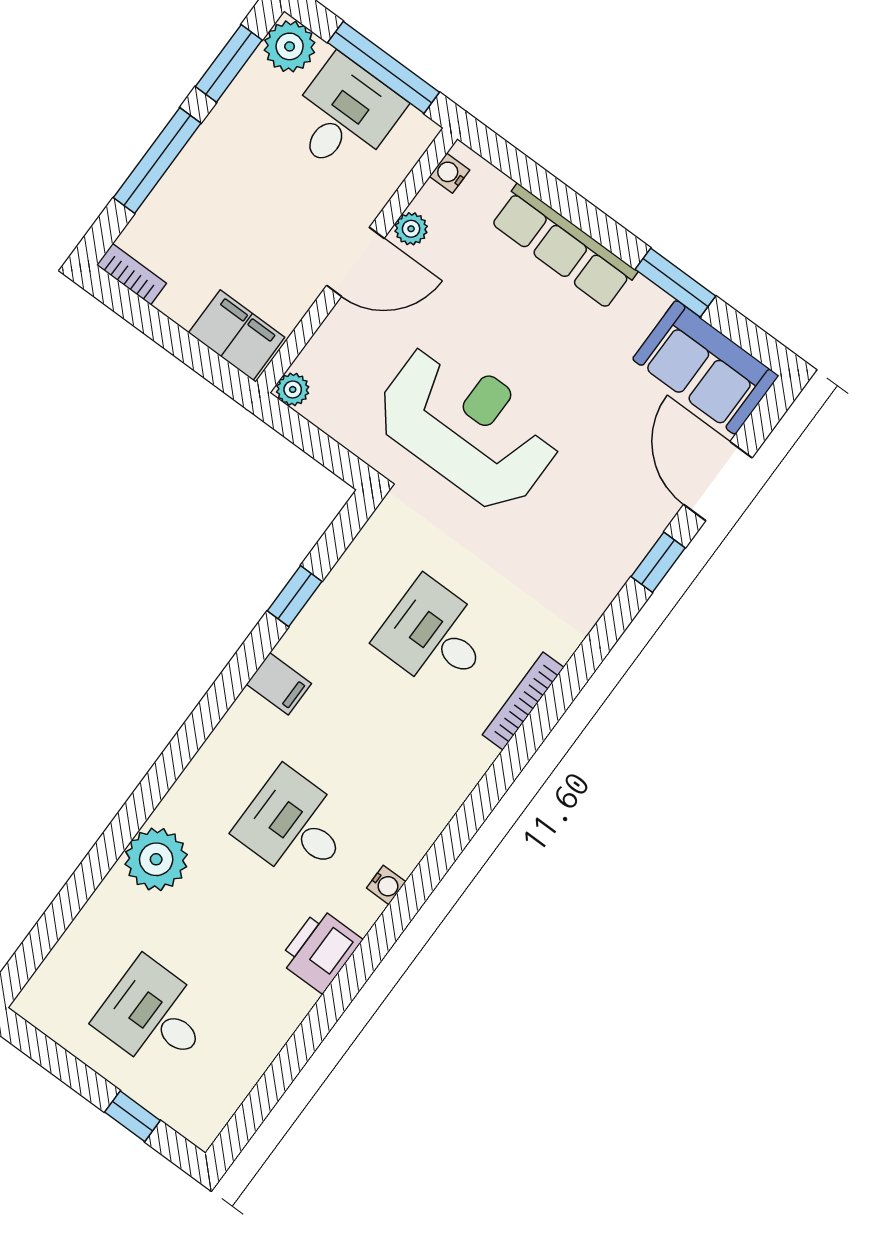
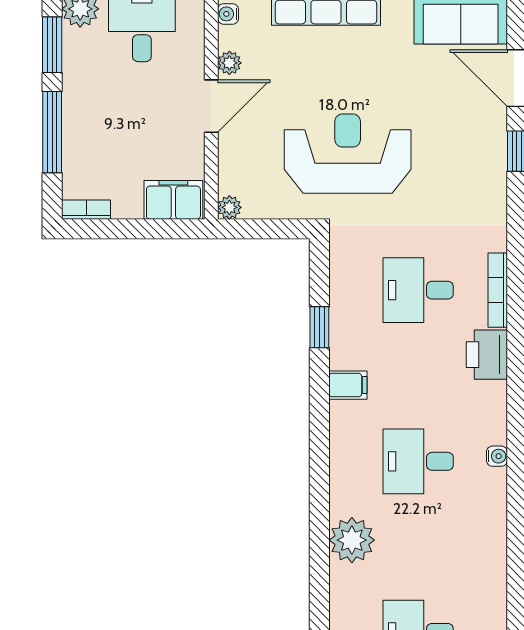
printer: (320, 950) -> (487, 355), moved

